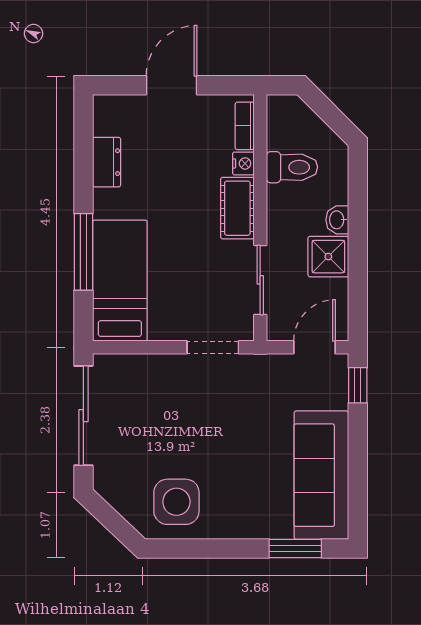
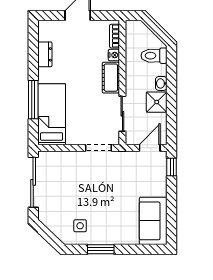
toilet: (292, 167) -> (154, 56), moved, turned 180
sofa: (321, 475) -> (153, 221), width x0.73
side table: (176, 502) -> (80, 226), width x0.54, depth x0.54
window: (295, 548) -> (101, 249), moved

